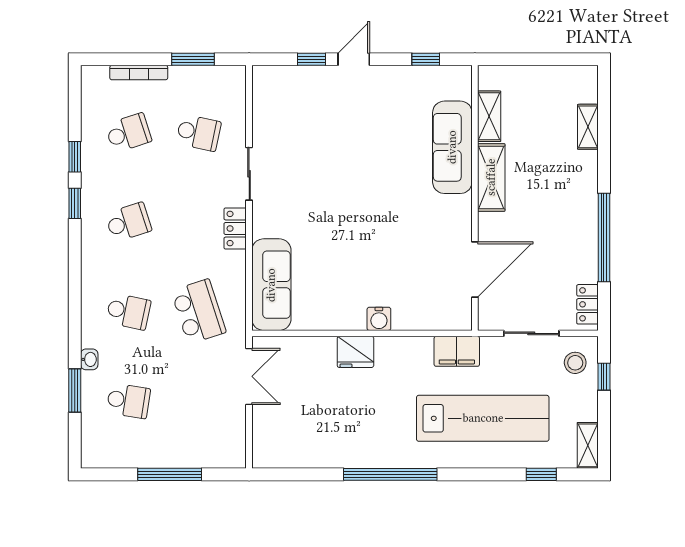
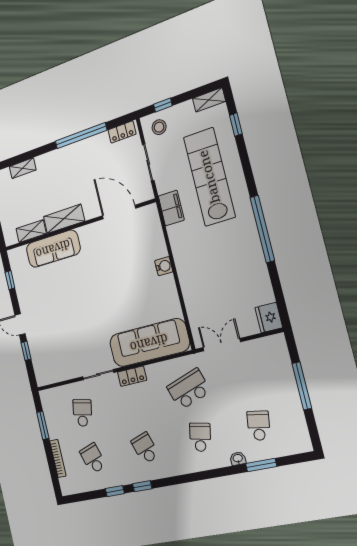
sofa: (271, 285) -> (149, 343), width x1.36, depth x1.27
fridge: (355, 352) -> (269, 318), moved, turned 180

